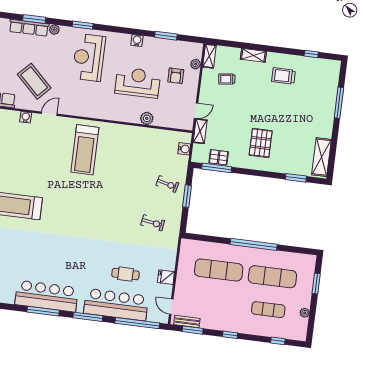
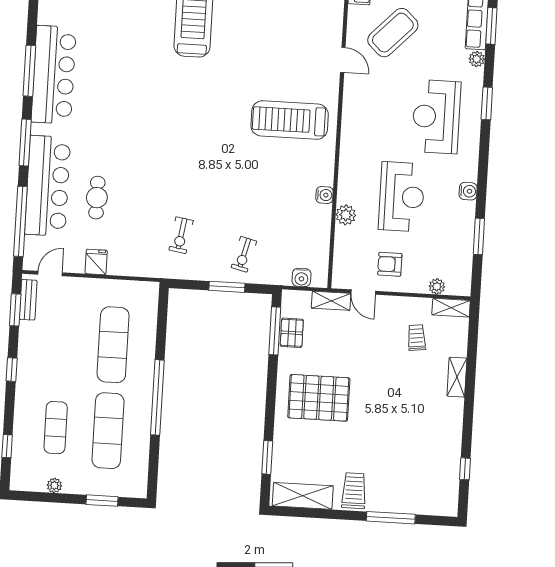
reception desk: (89, 57) -> (436, 117), turned -90
armchair: (176, 76) -> (390, 264), moved
trolley: (283, 76) -> (354, 491), moved
water cooler: (26, 117) -> (325, 195), moved
pallet: (261, 143) -> (319, 398), width x1.37, depth x1.41

